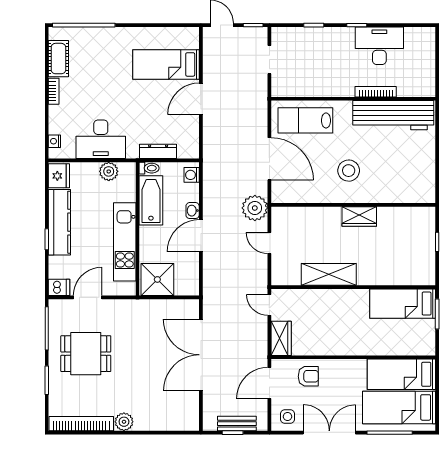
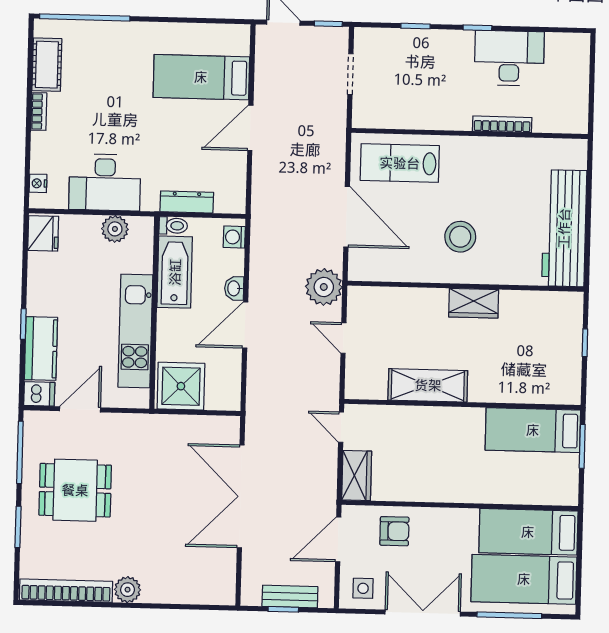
workbench: (393, 115) -> (564, 228), moved, turned 90
kitchen counter: (59, 222) -> (41, 349), moved, width x0.67

